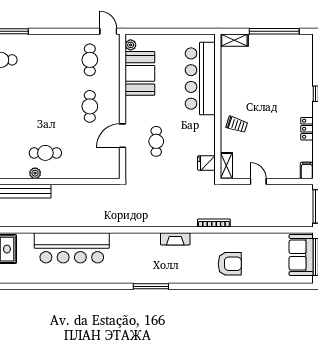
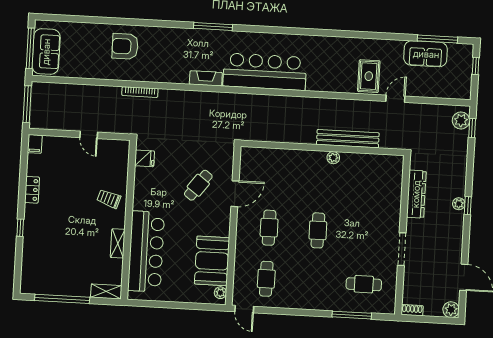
cafe table: (156, 141) -> (198, 185), turned 37
cafe table: (45, 153) -> (318, 230), moved, turned 90
shelving: (226, 166) -> (118, 243), moved
fireplace: (175, 239) -> (206, 78), moved
bar counter: (72, 248) -> (265, 72), moved

